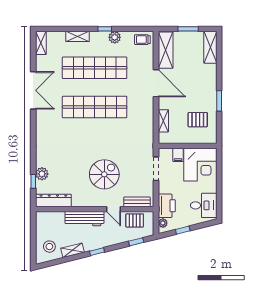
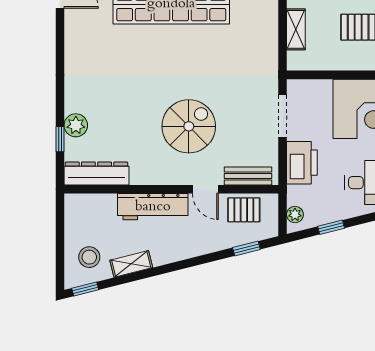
filing cabinet: (178, 155) -> (322, 91), removed
printer: (167, 206) -> (302, 163), moved
window: (97, 252) -> (85, 289), moved

